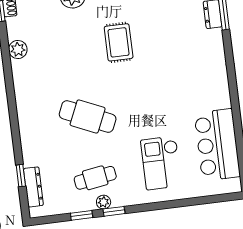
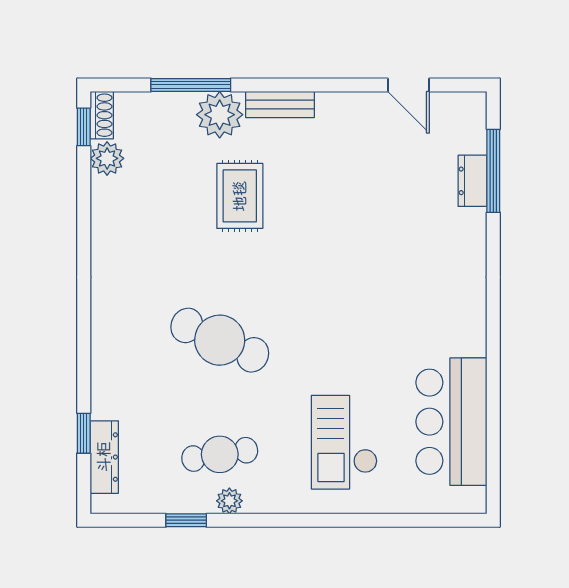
rug: (119, 42) -> (240, 196), moved
plant: (18, 49) -> (107, 158), moved
window: (114, 211) -> (247, 520), removed

